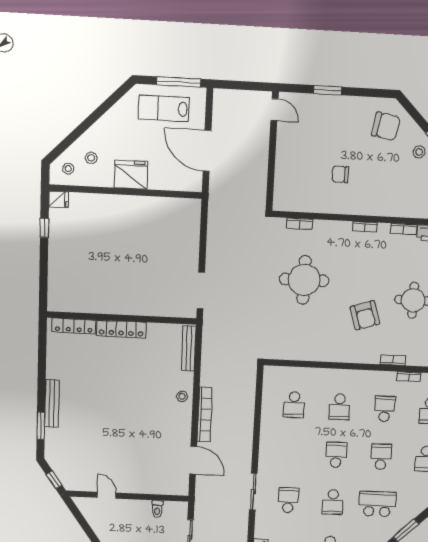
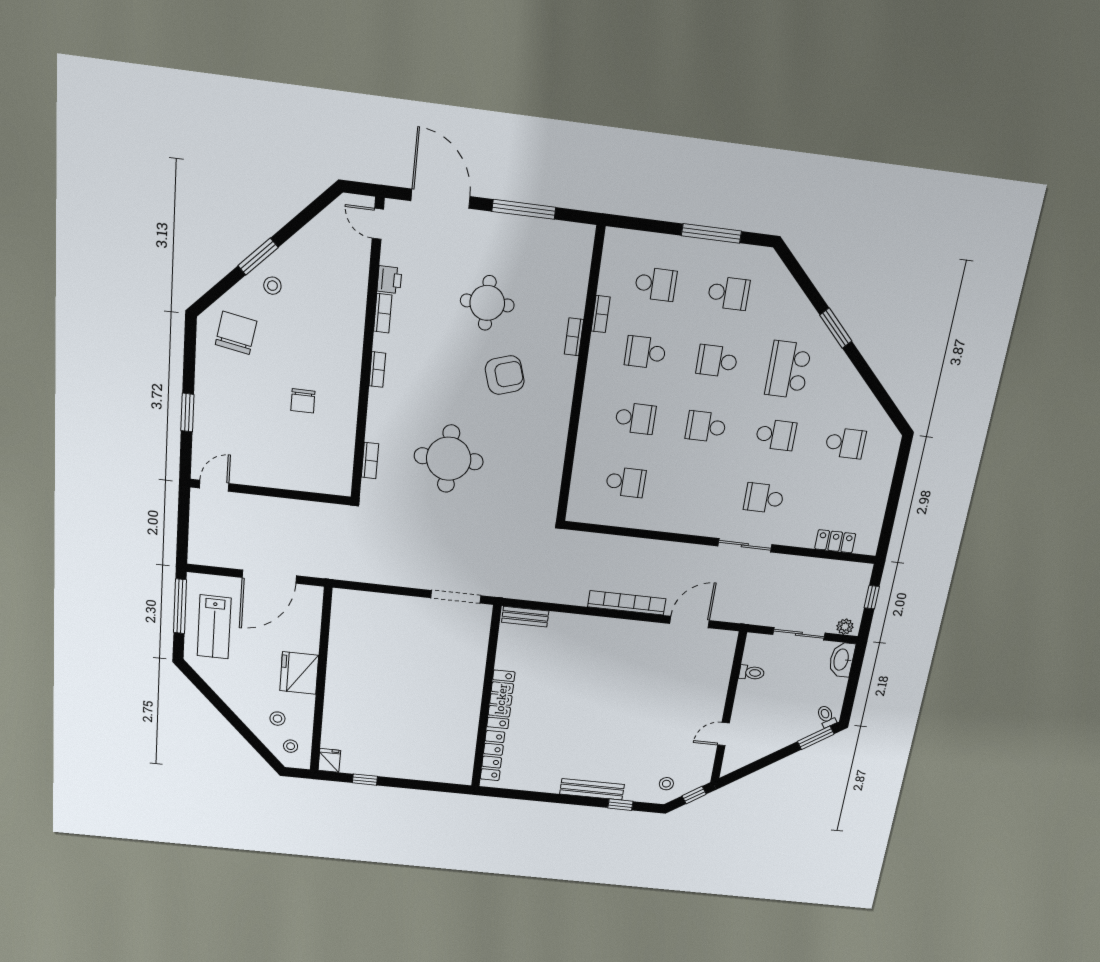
bench: (189, 348) -> (525, 617), width x0.73
stool: (182, 396) -> (666, 784), moved
window: (41, 426) -> (620, 805), width x0.67

